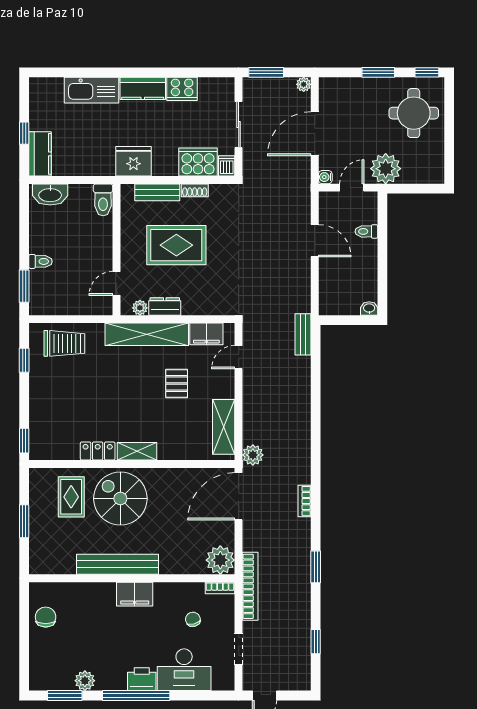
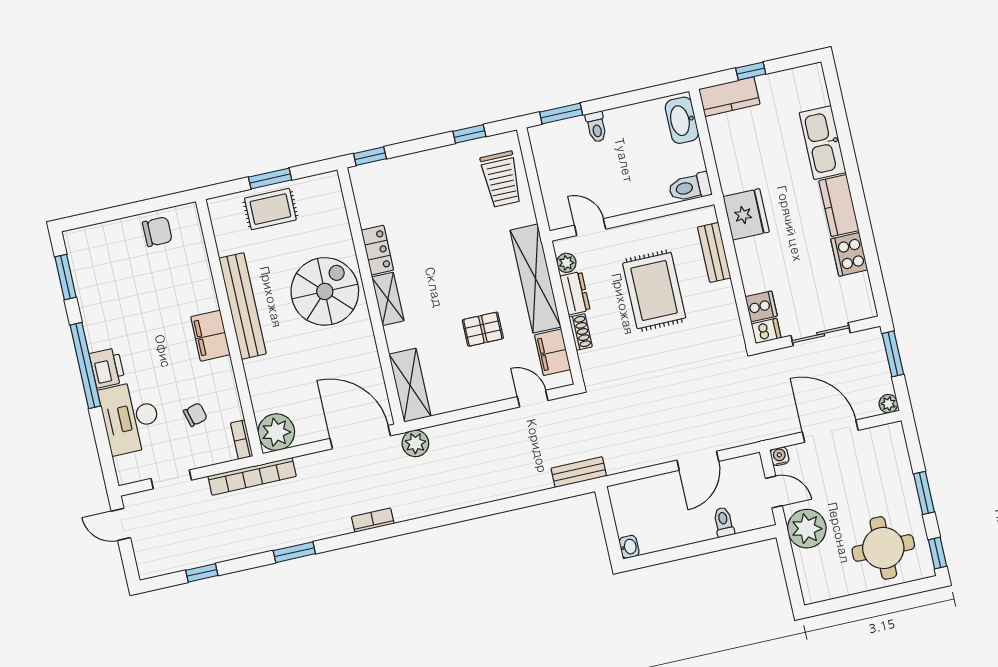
cooker: (198, 162) -> (761, 306), width x0.53, depth x0.76
shoe rack: (195, 190) -> (581, 332), moved, turned 180
shelving: (224, 427) -> (410, 385), moved, turned 90
rug: (71, 497) -> (270, 209), moved
plant: (85, 681) -> (89, 298), removed

